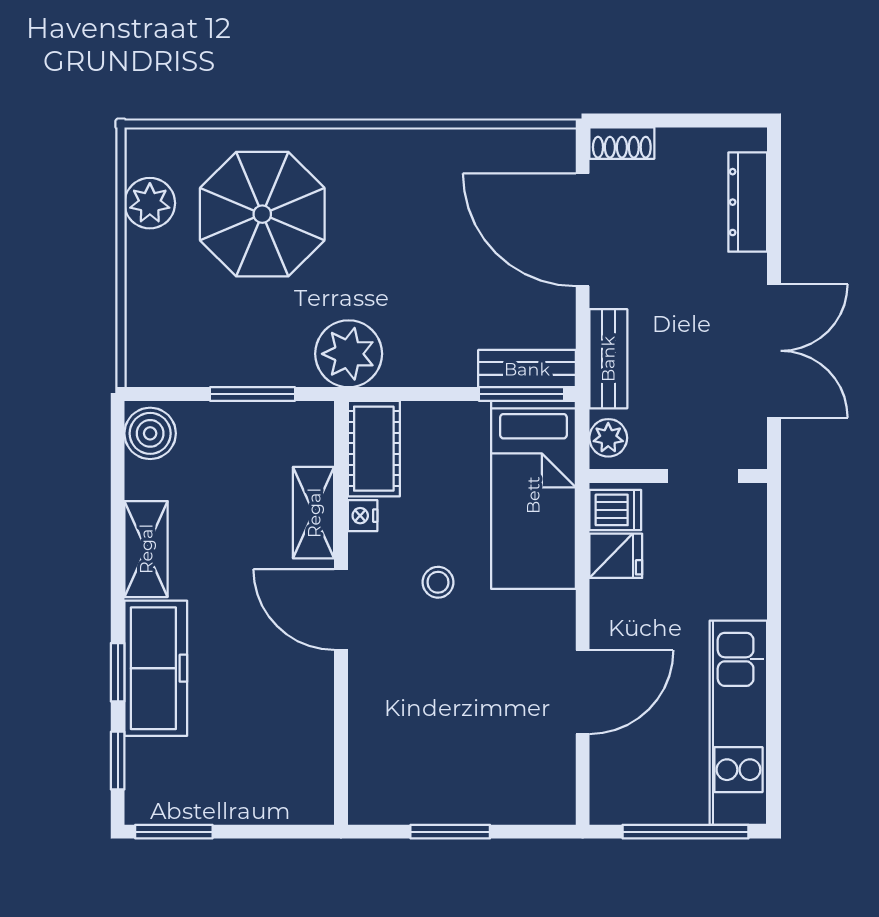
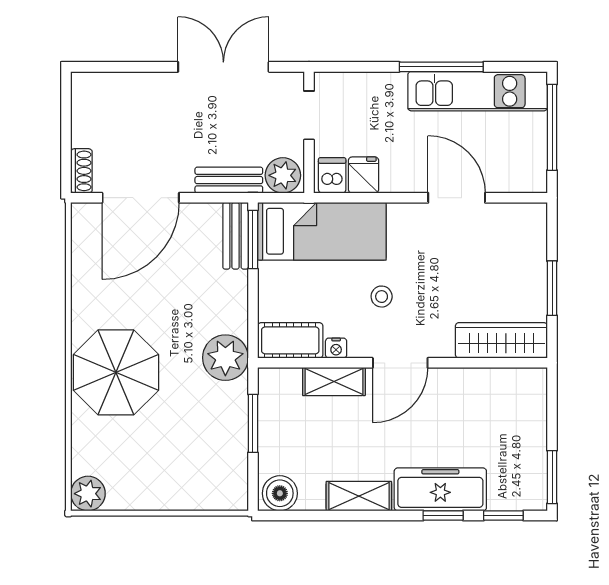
dresser: (748, 202) -> (122, 85), removed
plant: (150, 203) -> (88, 494), moved
parasol: (262, 214) -> (116, 372), moved
plant: (608, 438) -> (283, 175), width x1.38, depth x1.38
window: (774, 670) -> (441, 67), added
wardrobe: (374, 758) -> (501, 340), added

